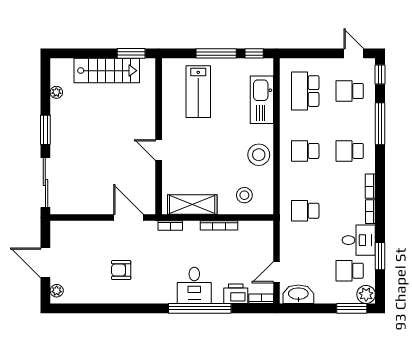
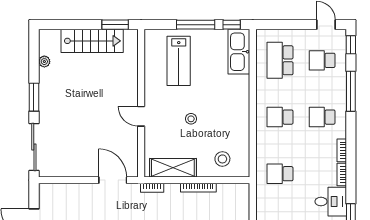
kitchen sink: (262, 100) -> (239, 52), moved
stool: (259, 155) -> (191, 119), moved, width x0.53, depth x0.53

